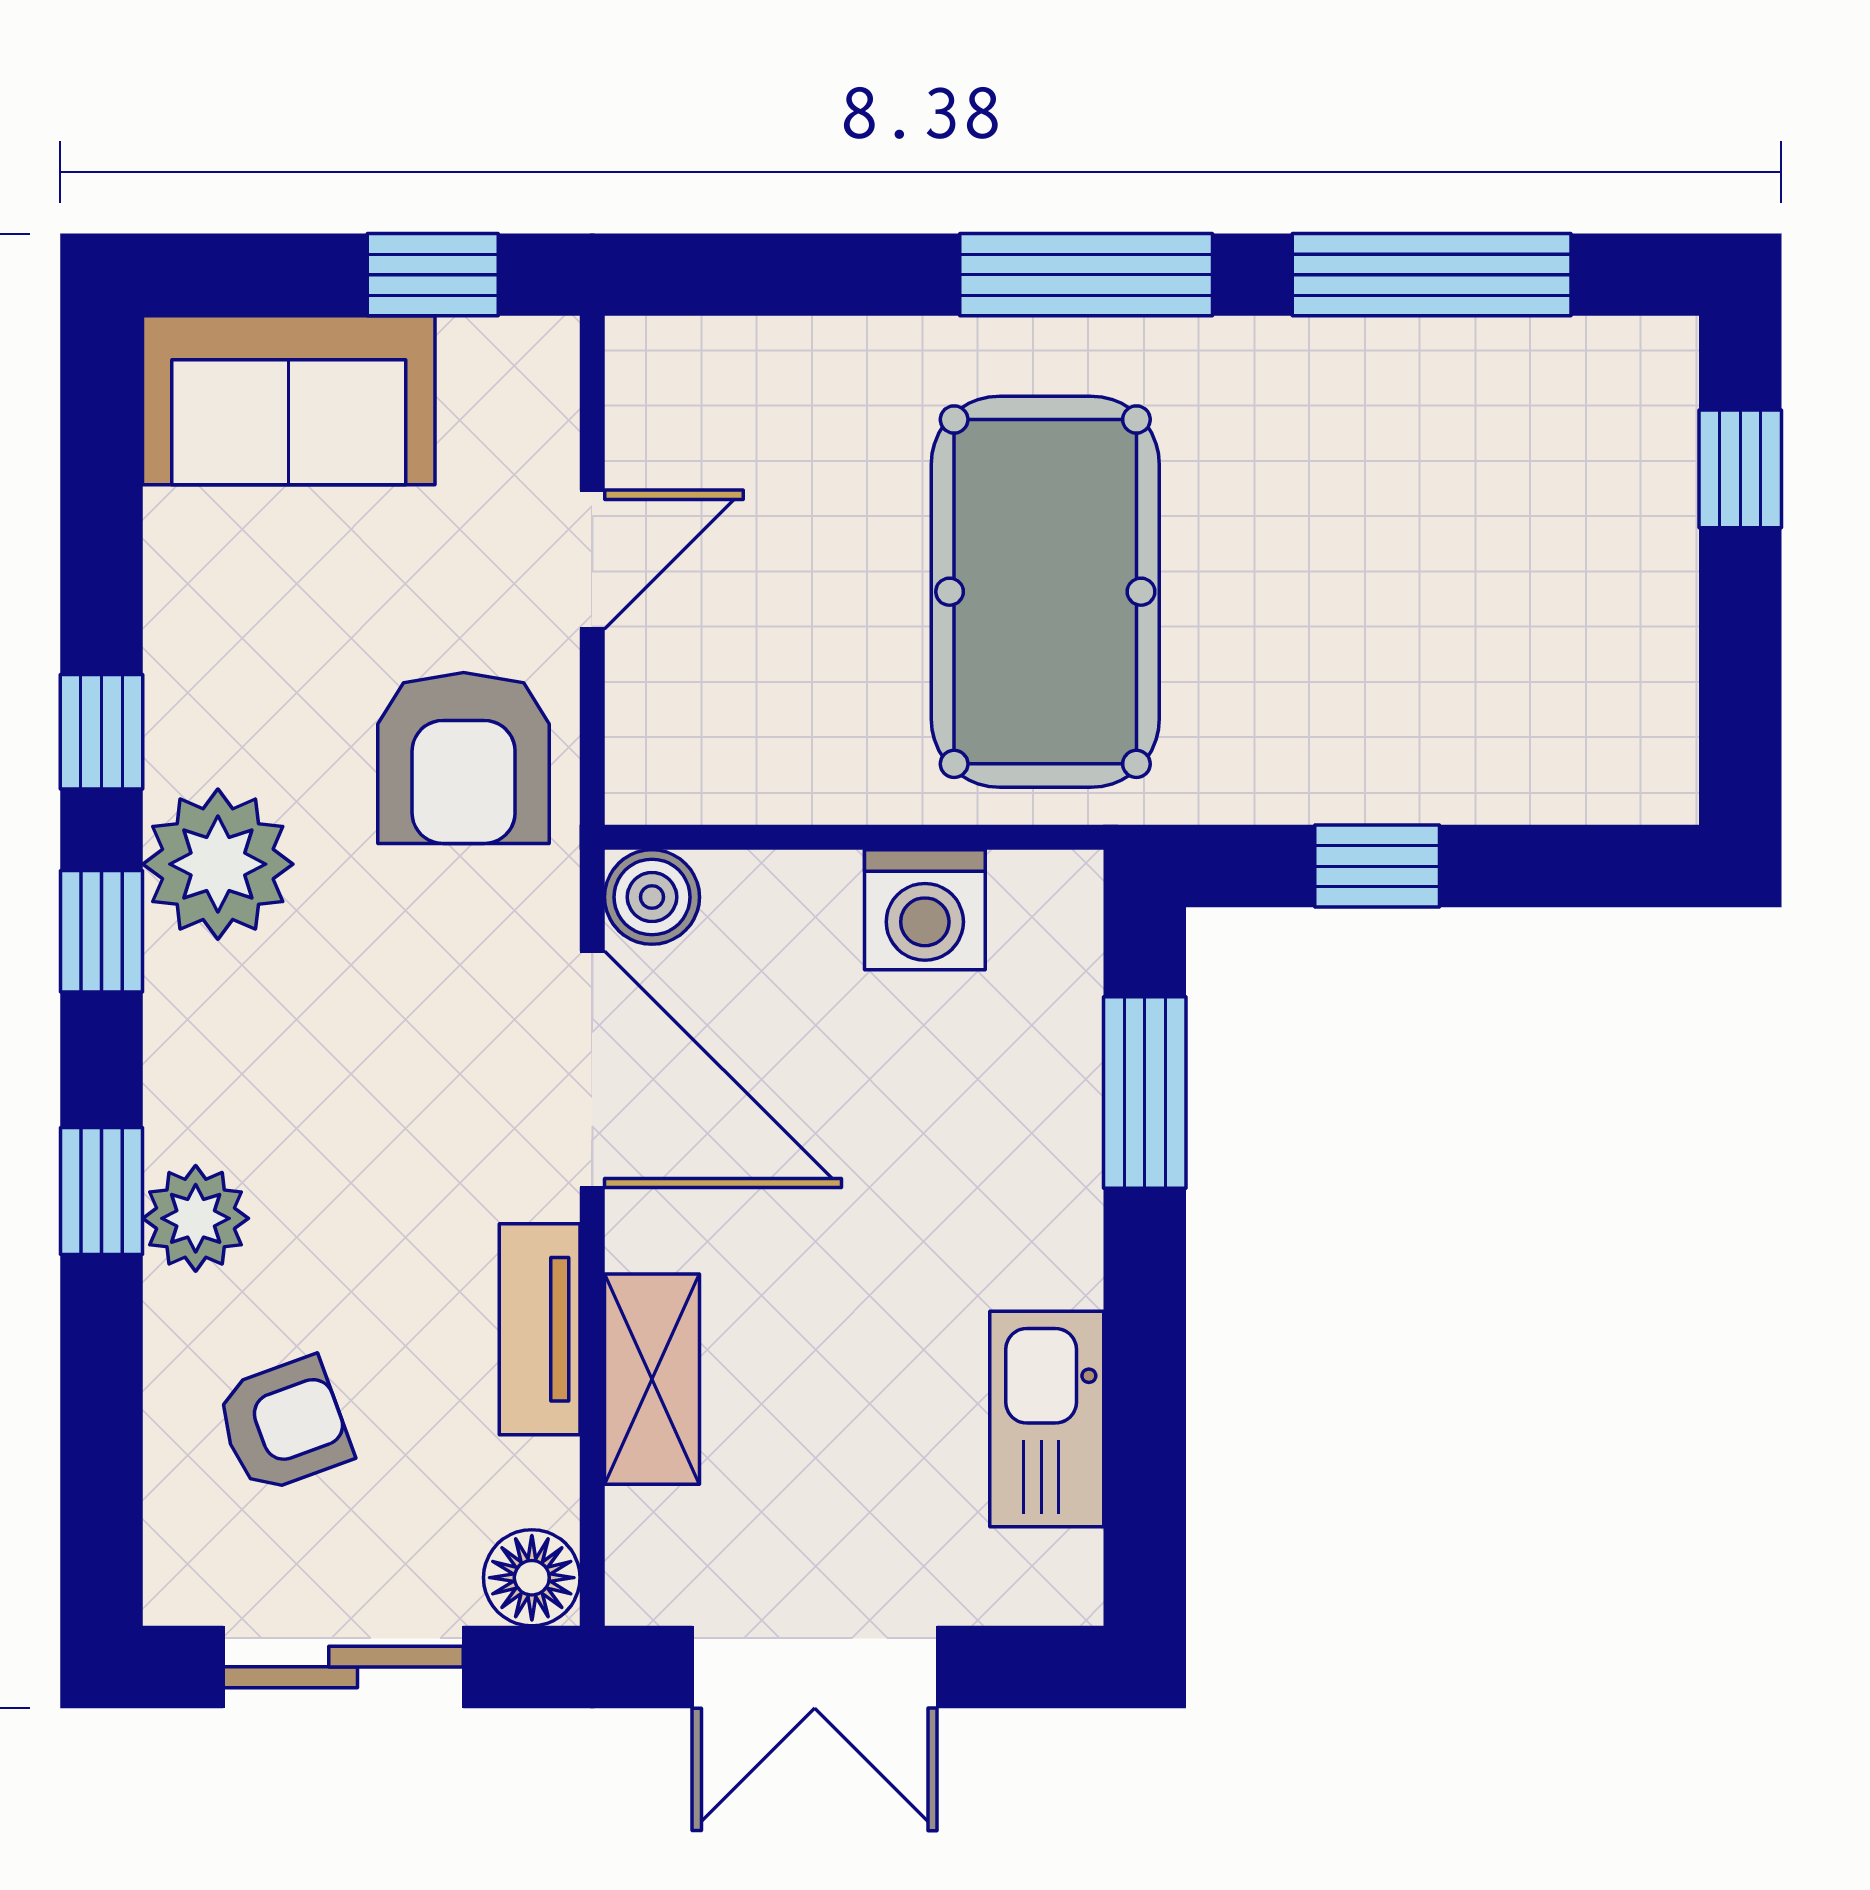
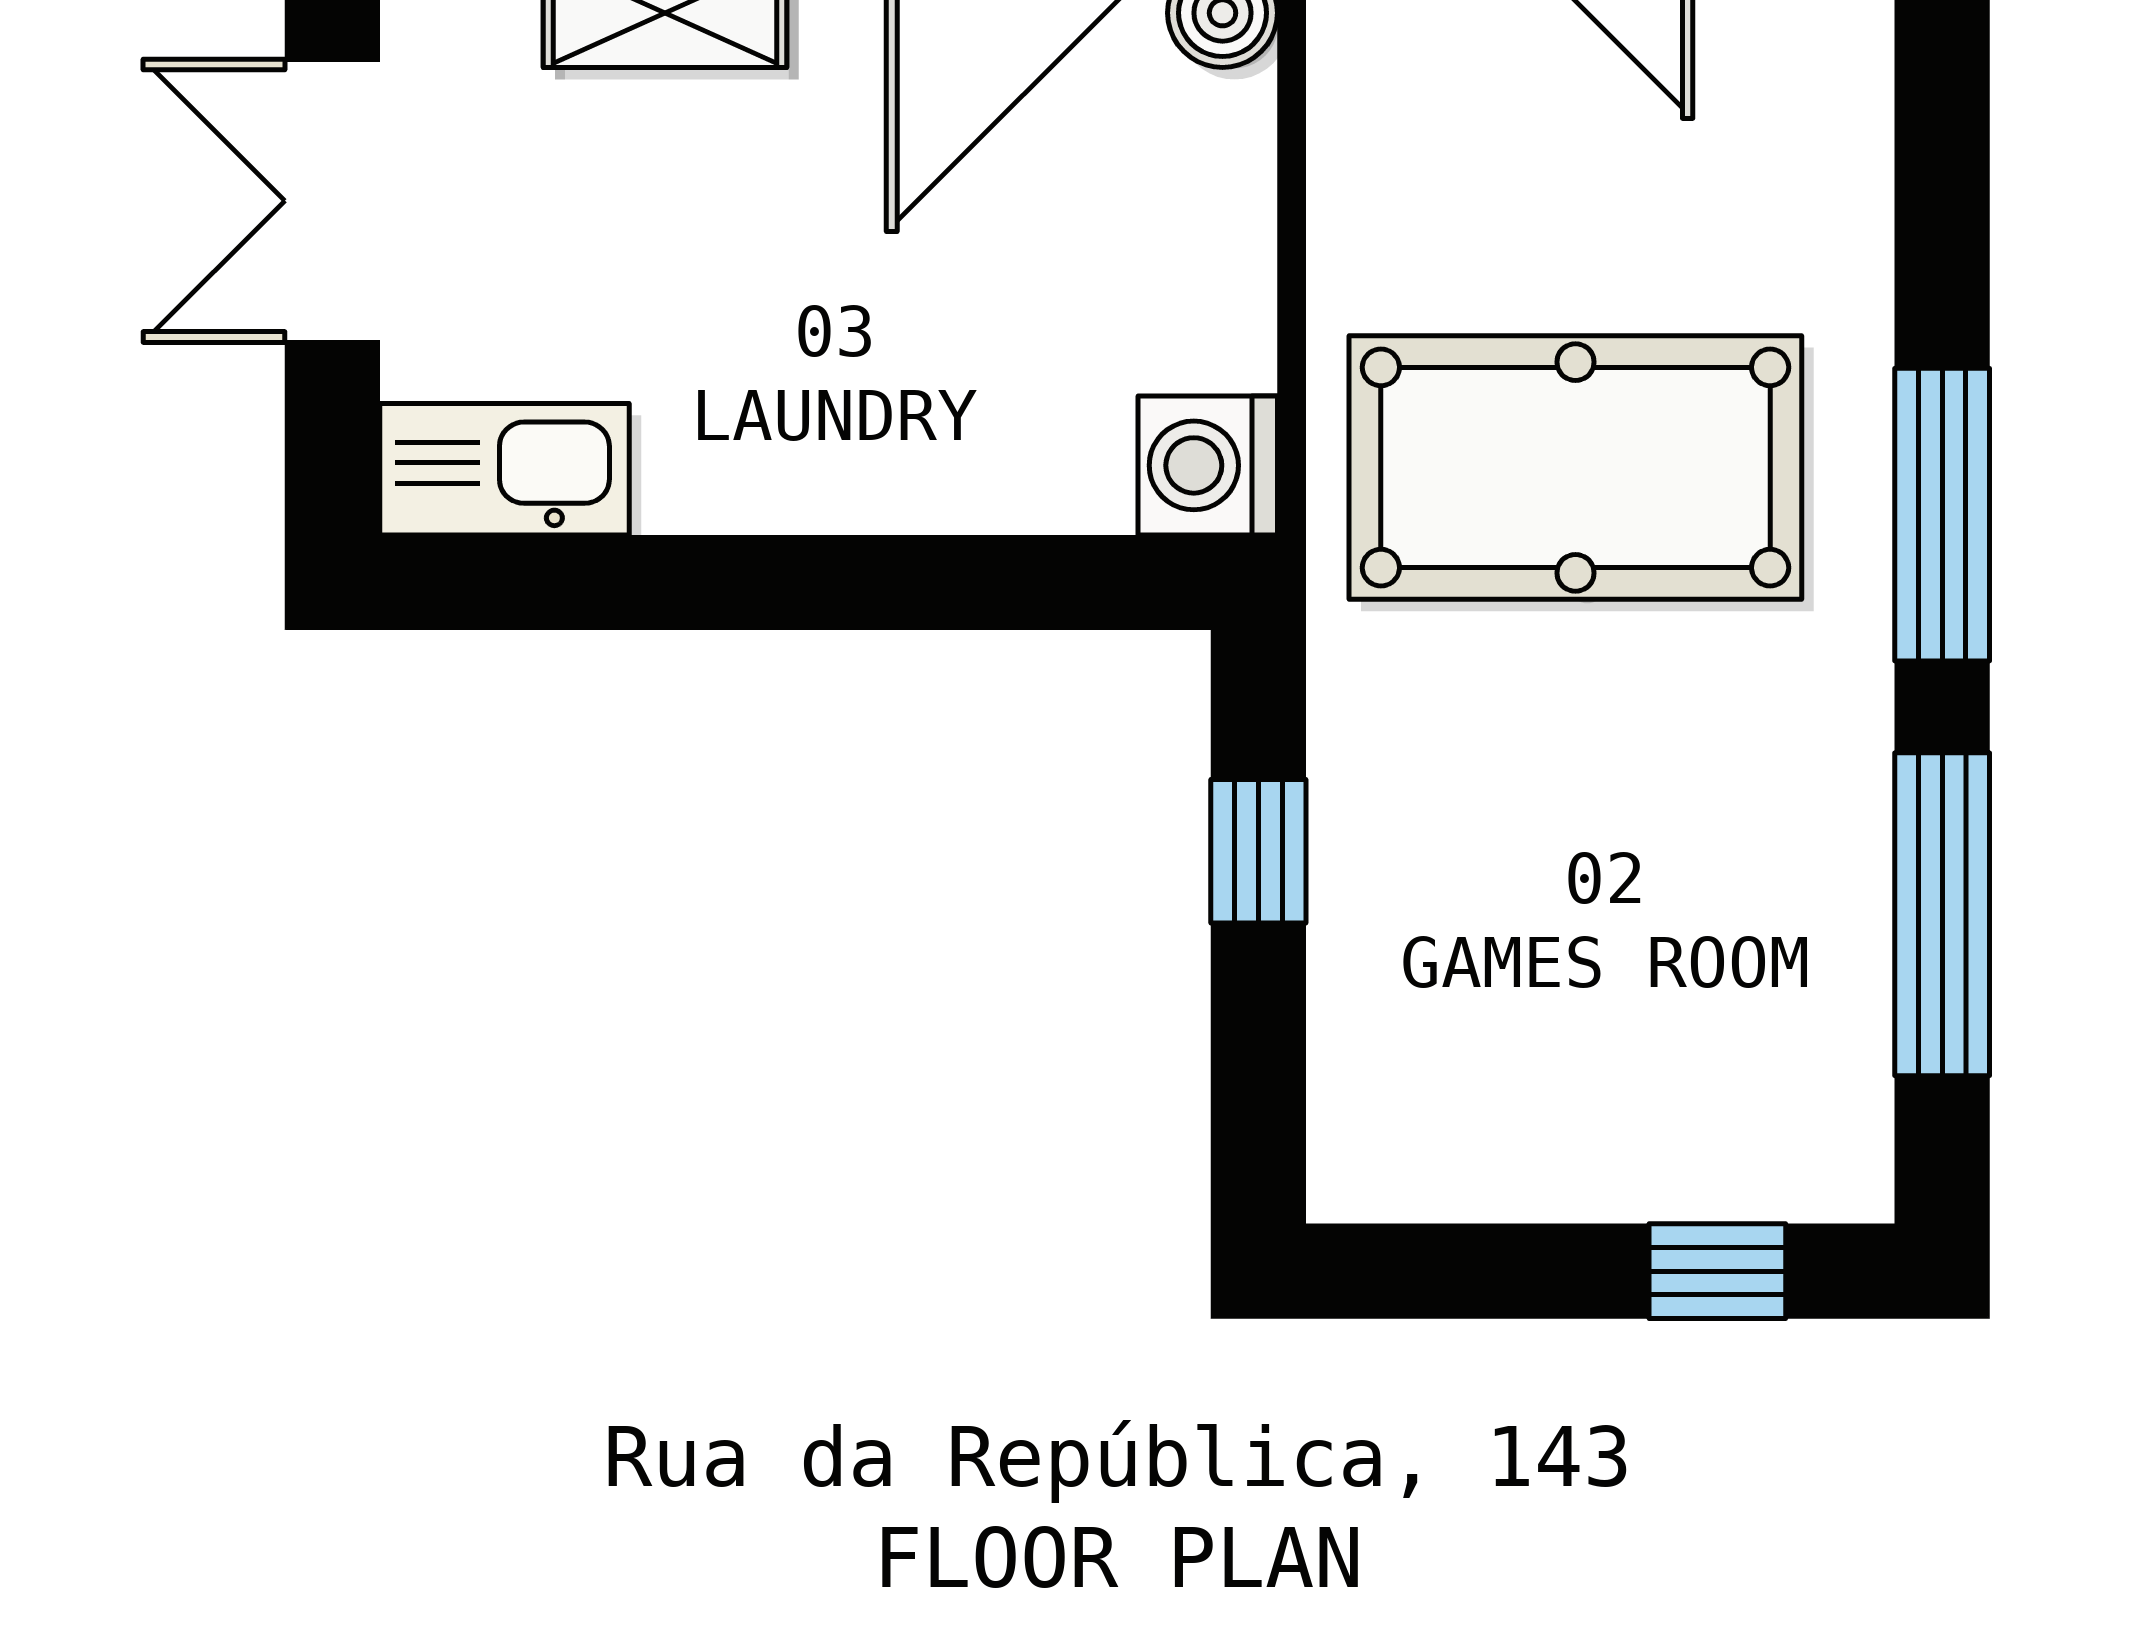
washing machine: (925, 910) -> (1208, 465), moved
window: (1145, 1093) -> (996, 582), removed
kitchen sink: (1047, 1419) -> (505, 469), moved

